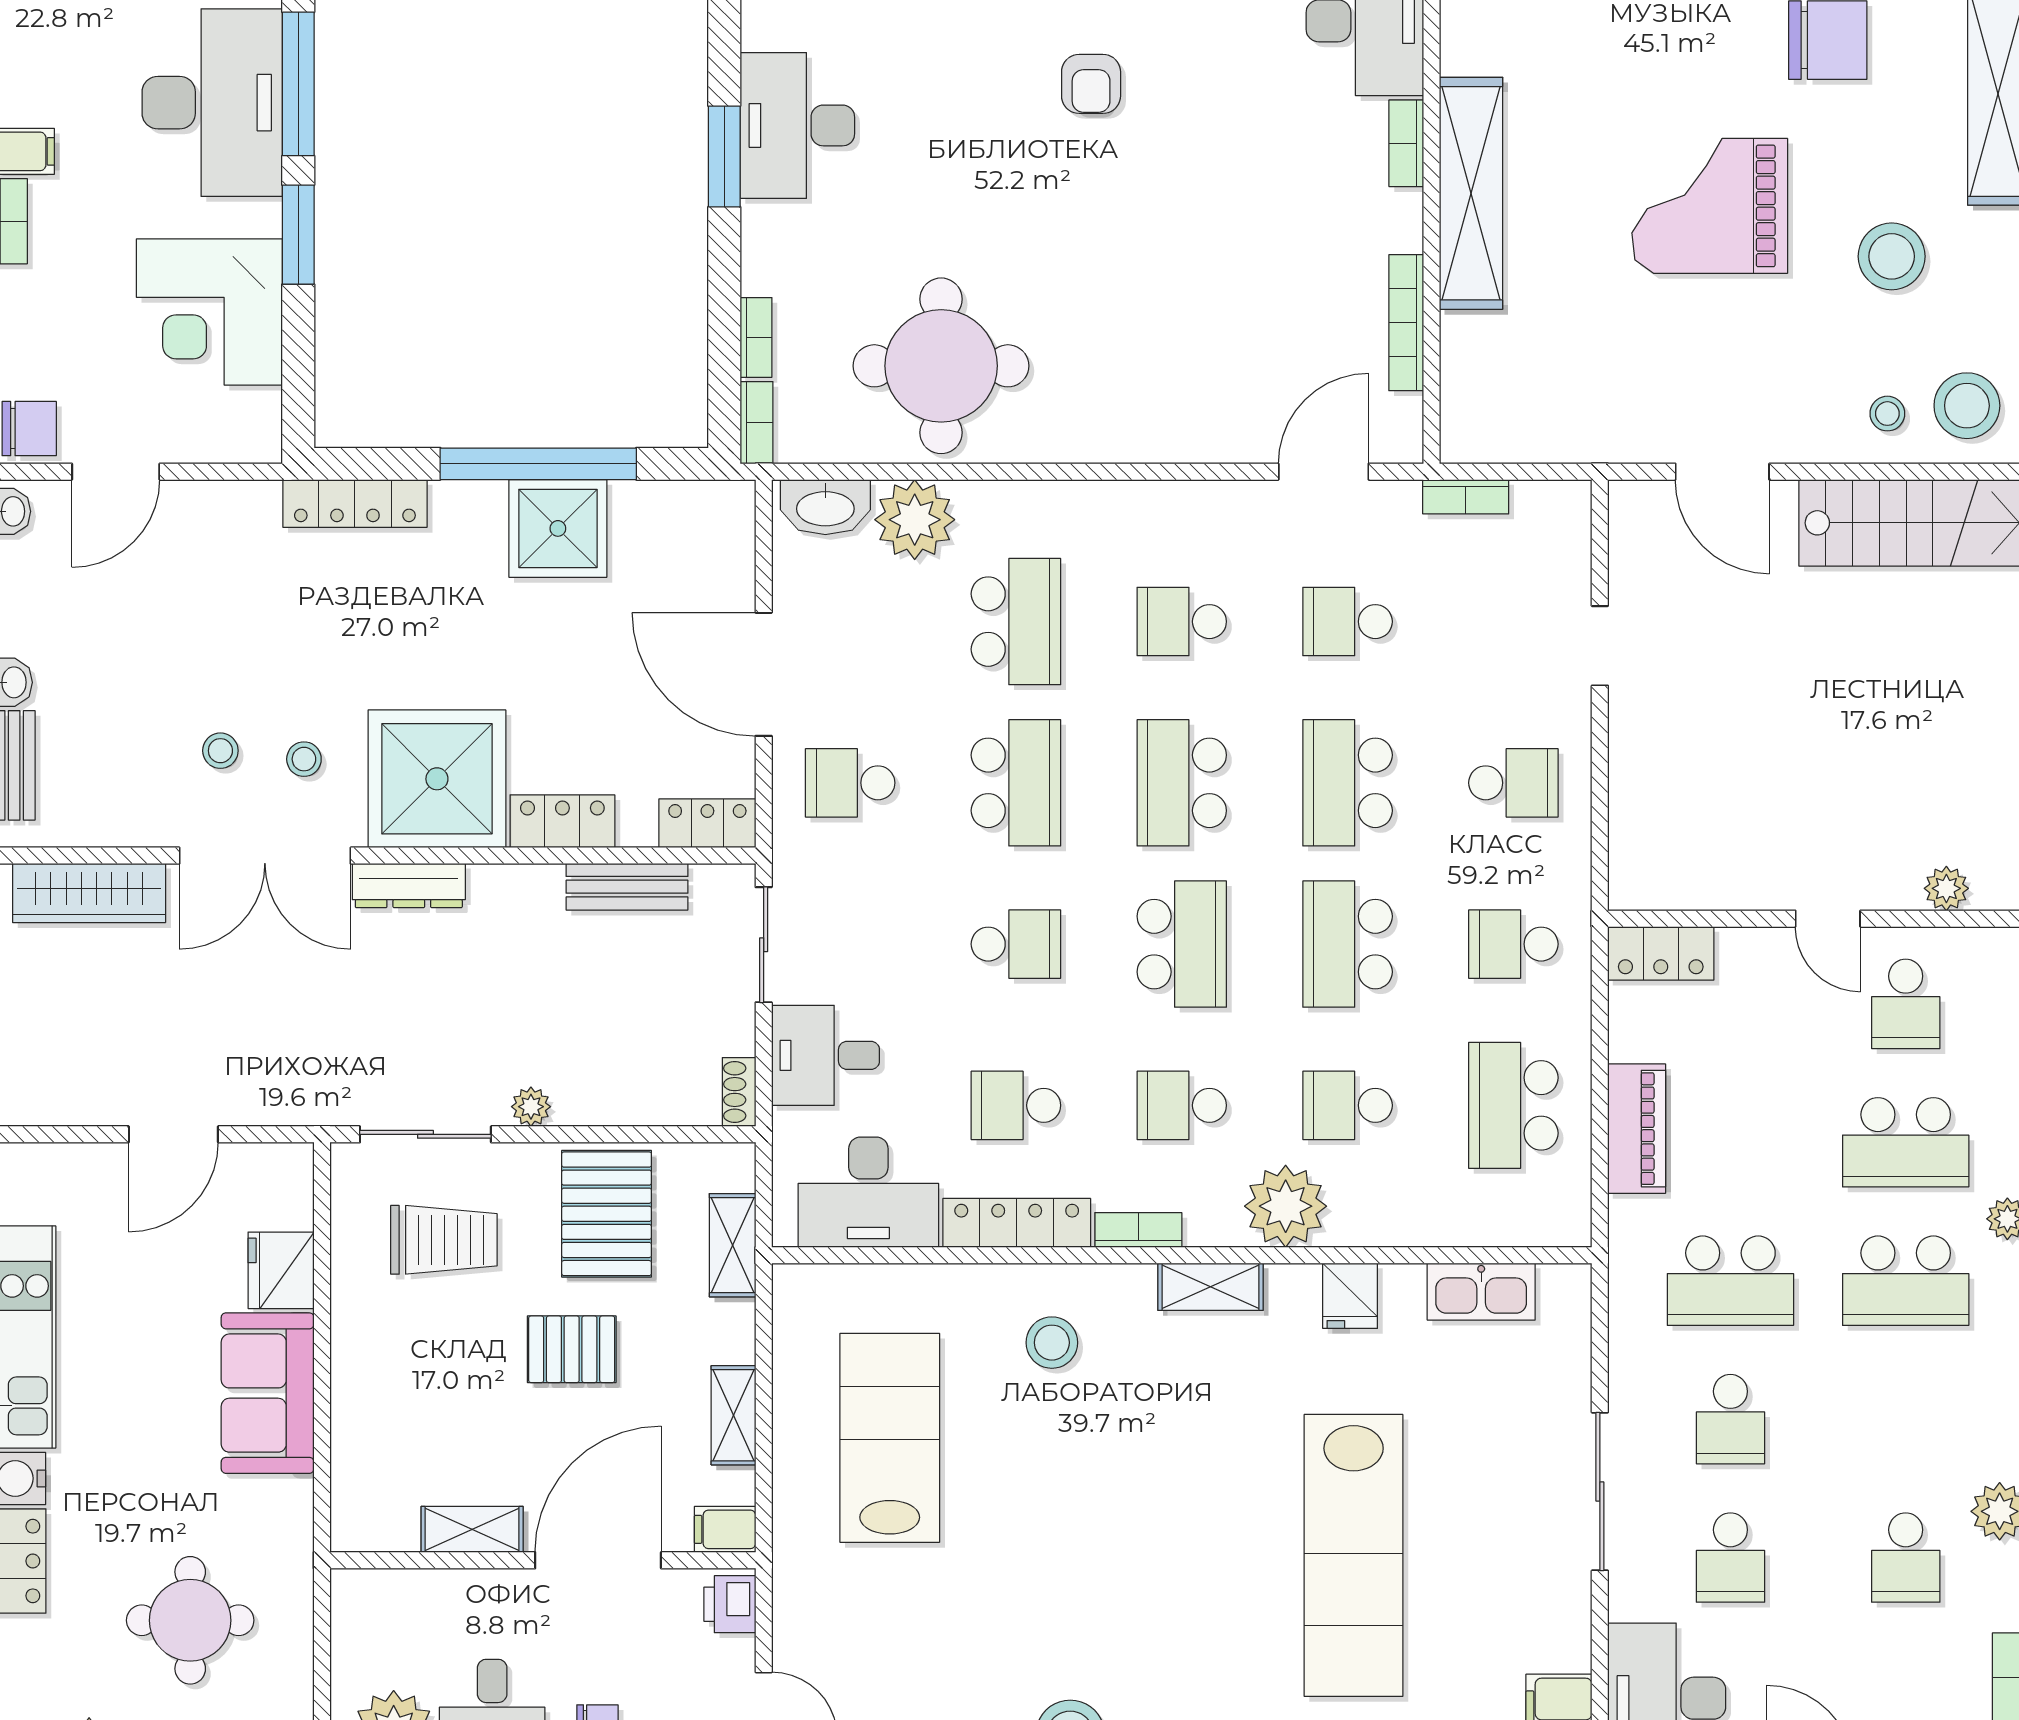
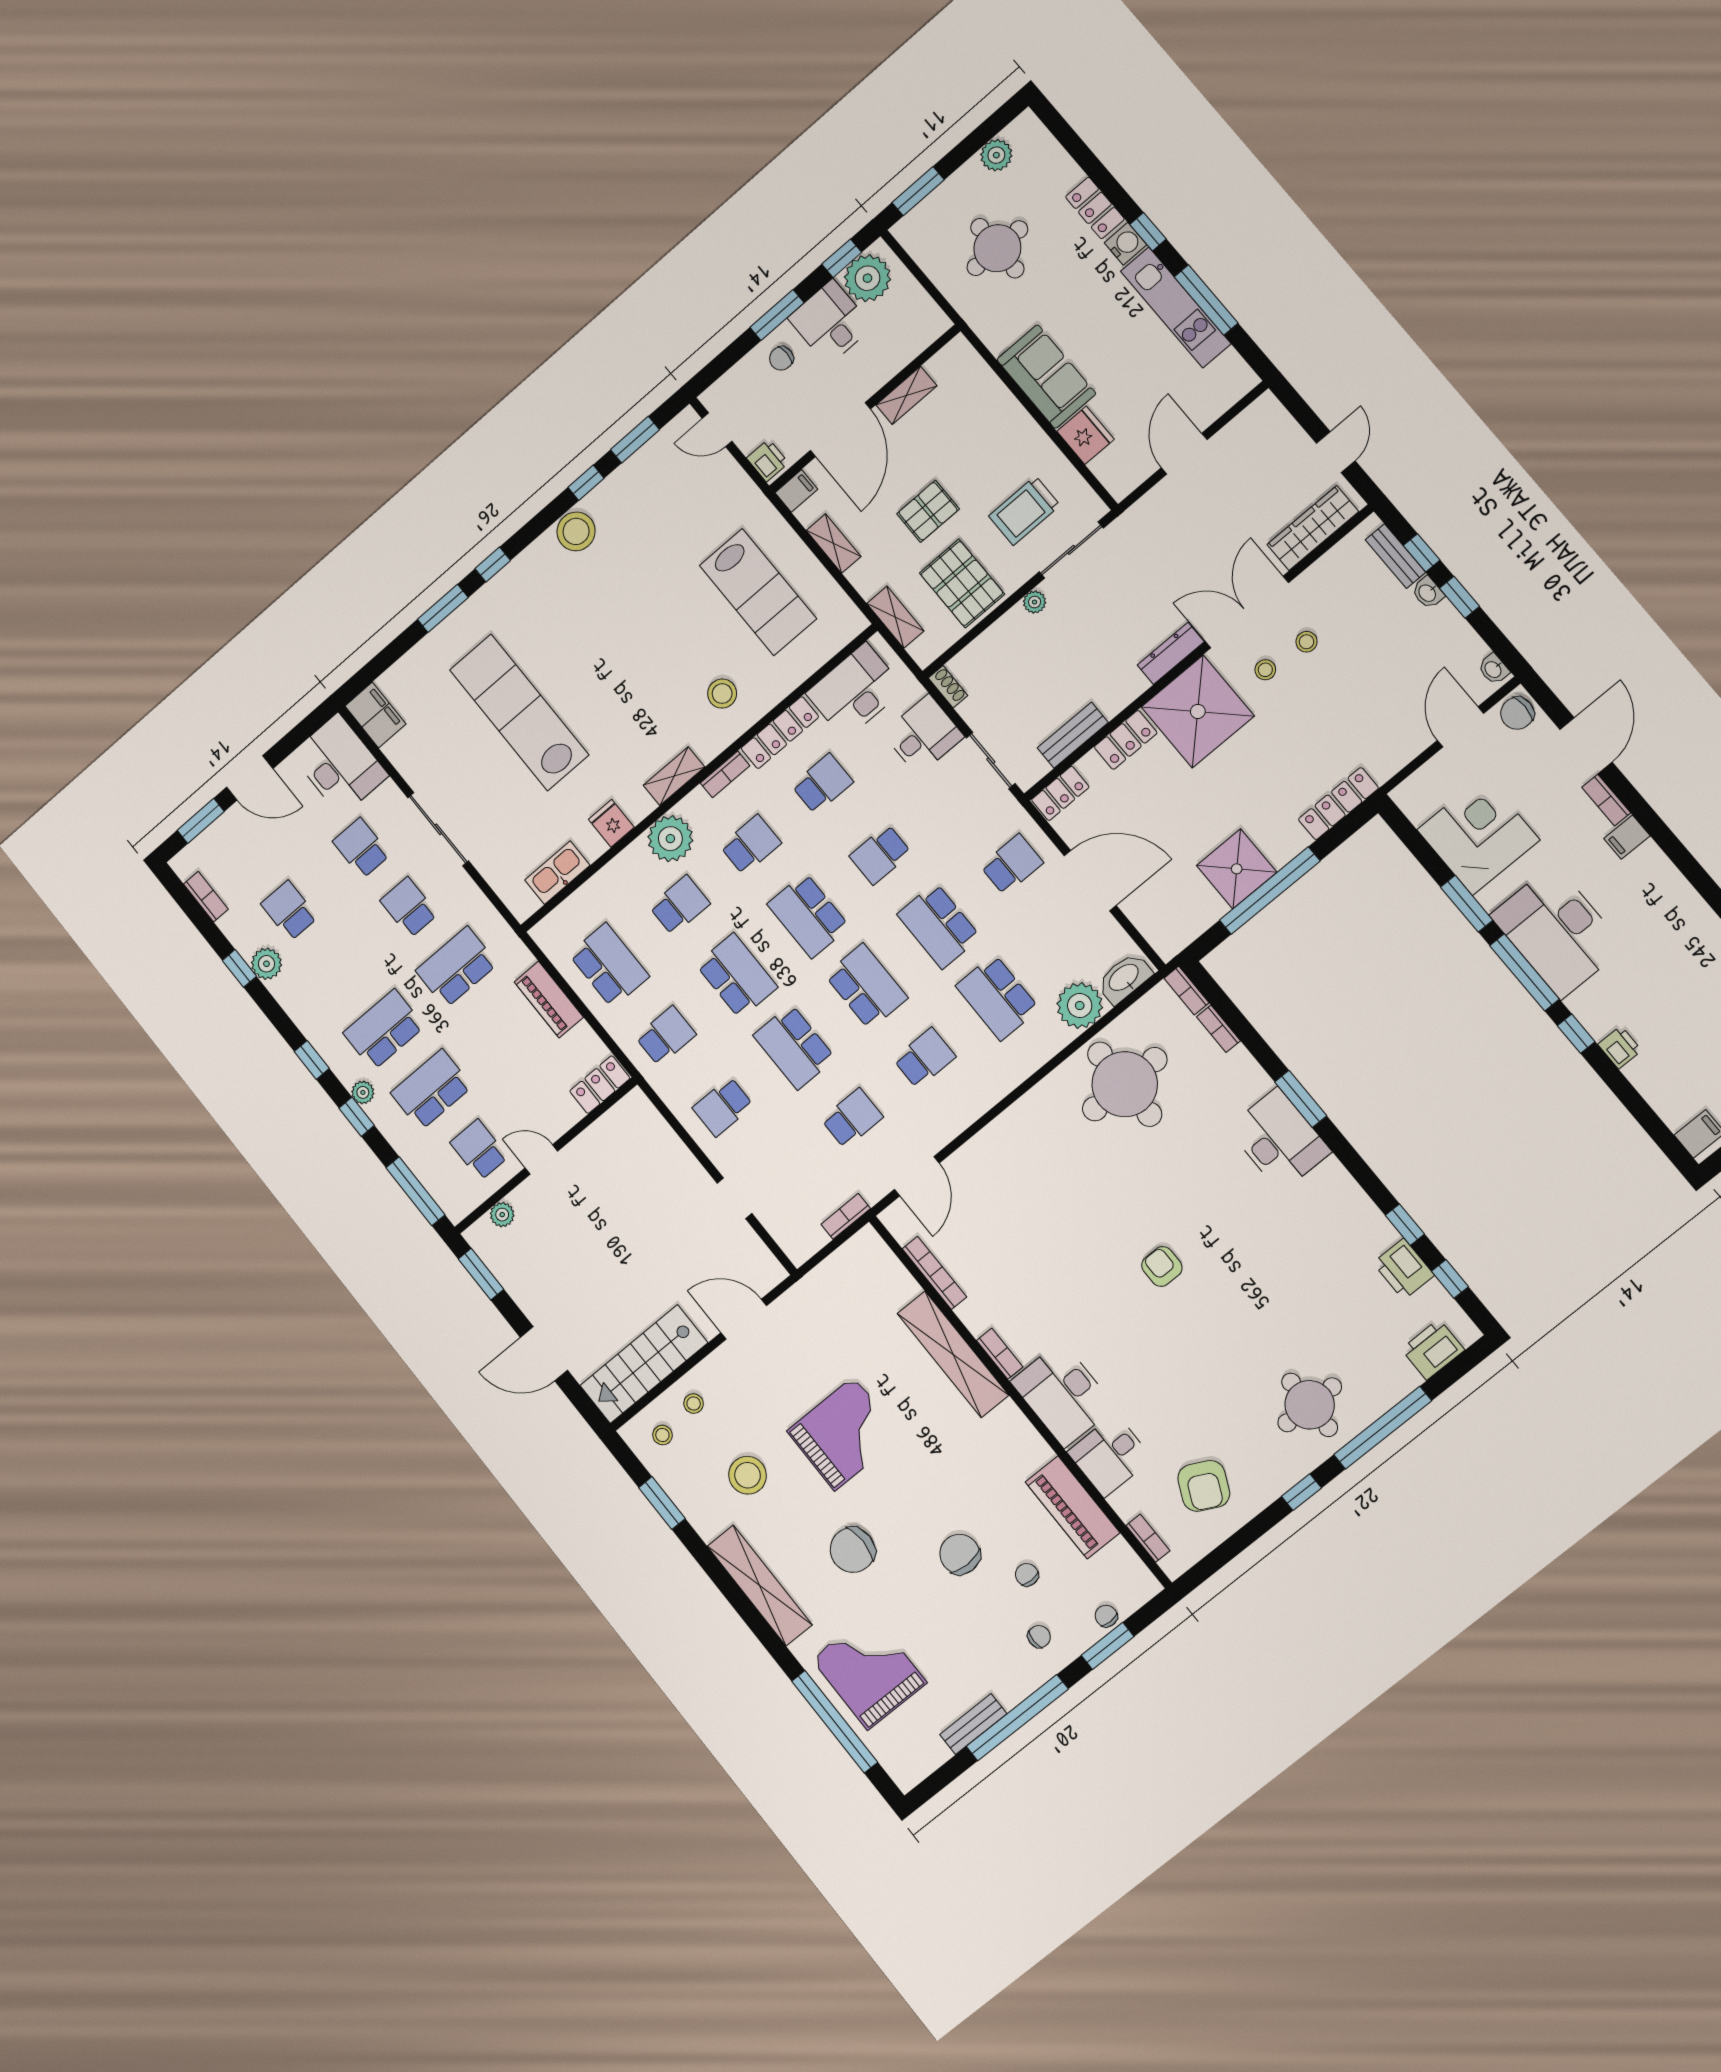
stool: (1967, 406) -> (662, 1435), width x0.53, depth x0.53
school desk: (1348, 783) -> (794, 1047), turned 180

